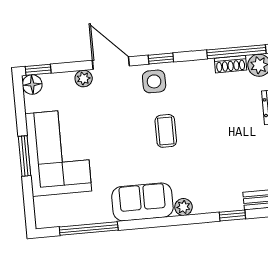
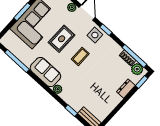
rug: (116, 135) -> (62, 39), added

